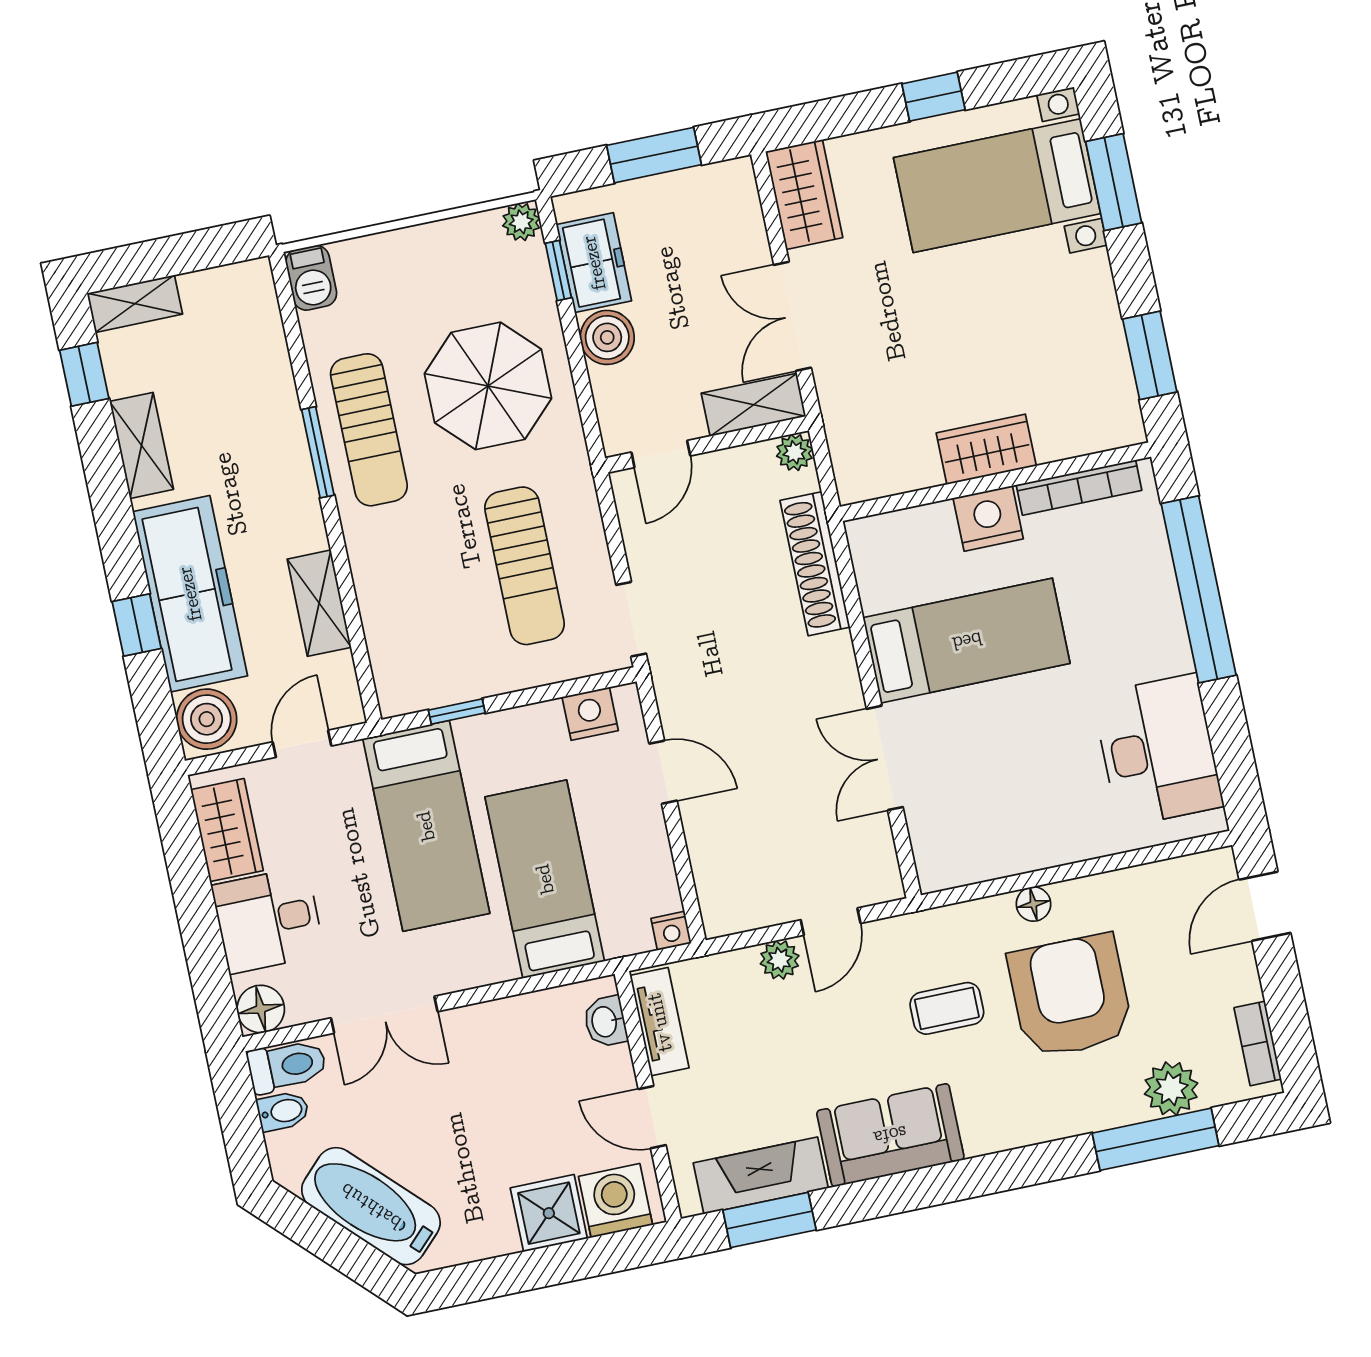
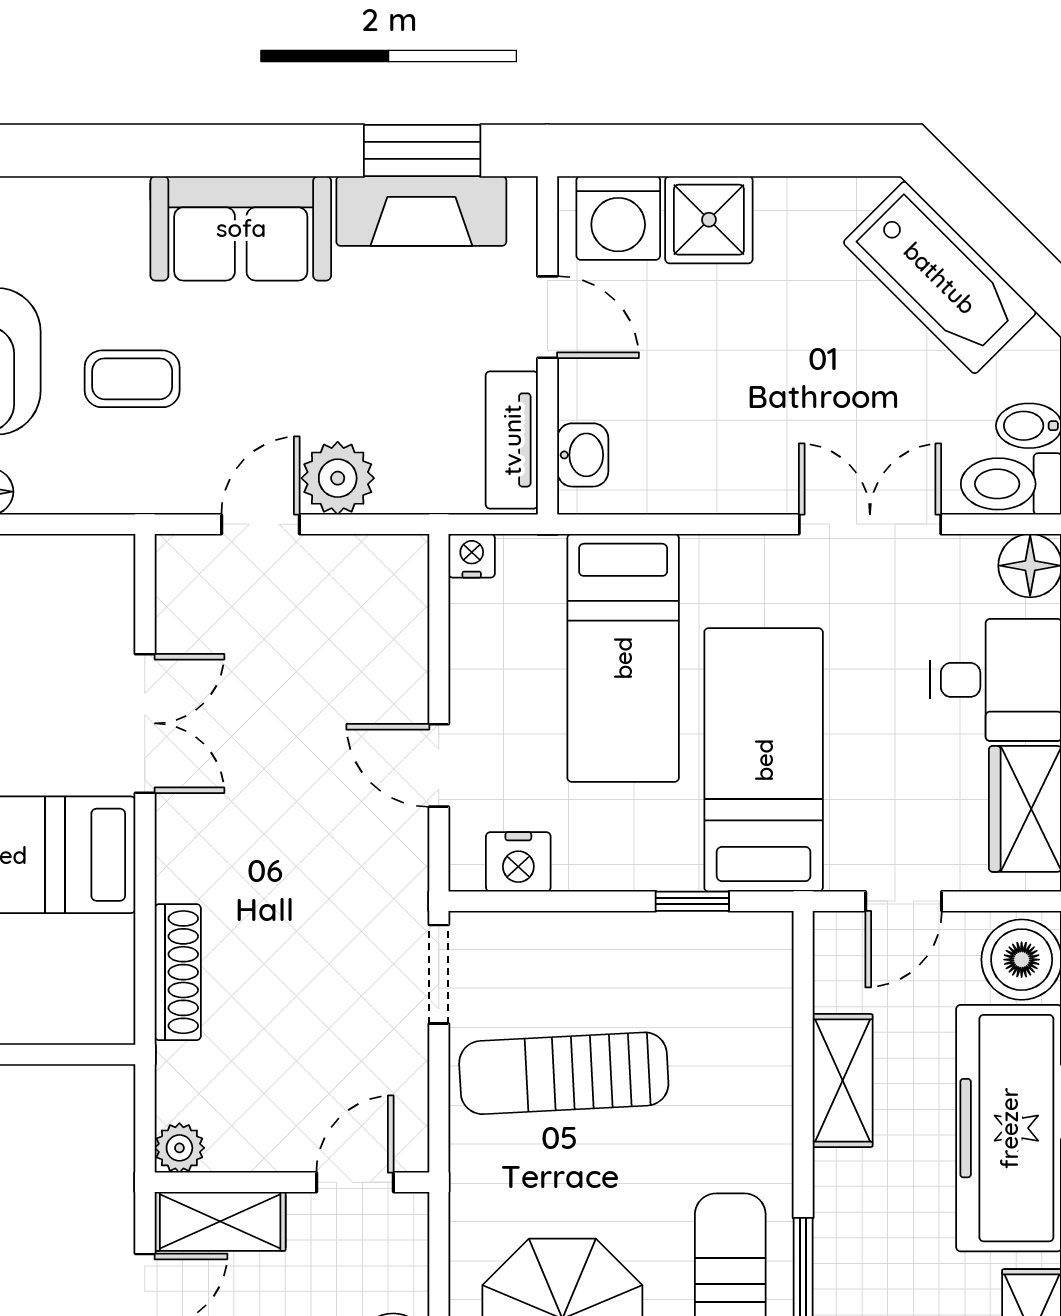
shoe rack: (815, 564) -> (178, 972), width x0.74, depth x0.81
sun lounger: (524, 566) -> (564, 1073), turned -93
plant: (780, 960) -> (338, 478), width x1.38, depth x1.38

